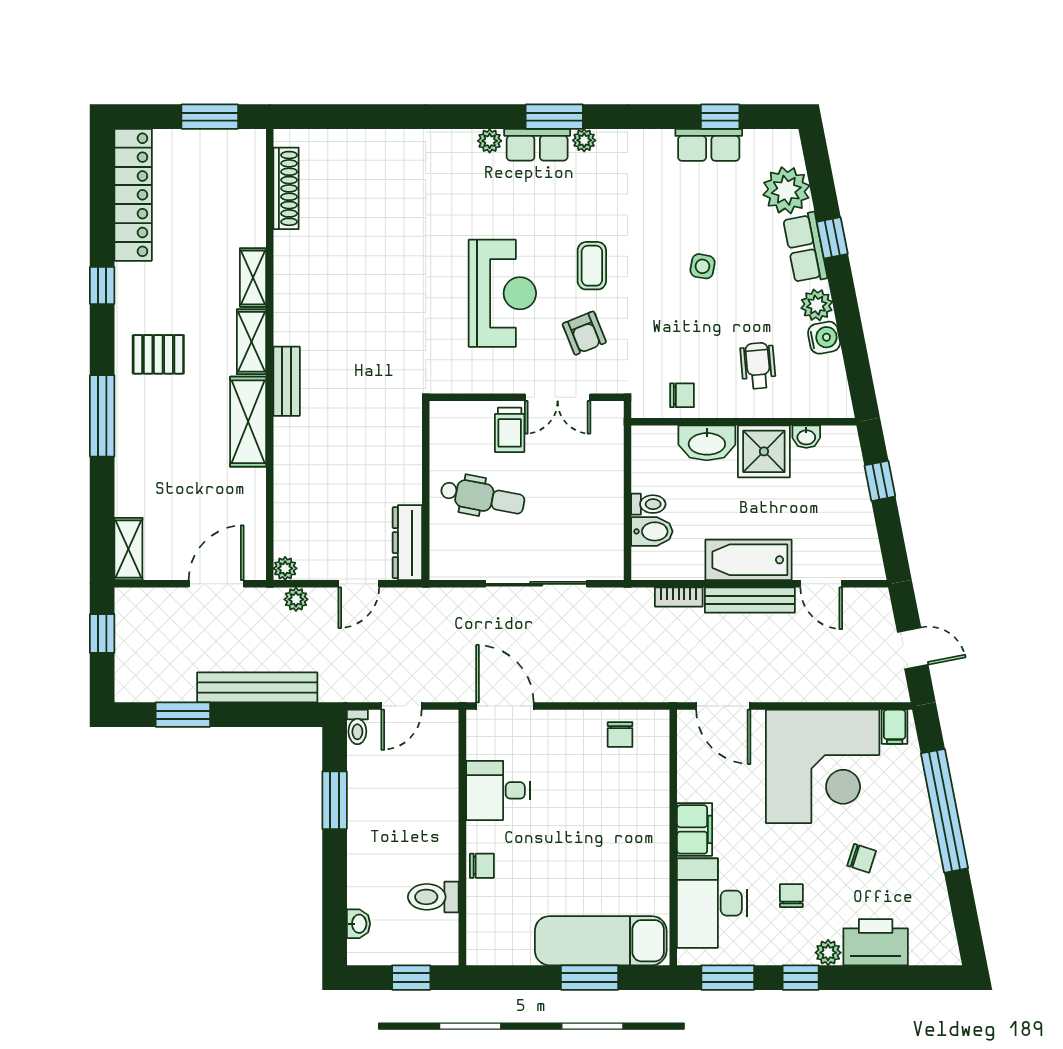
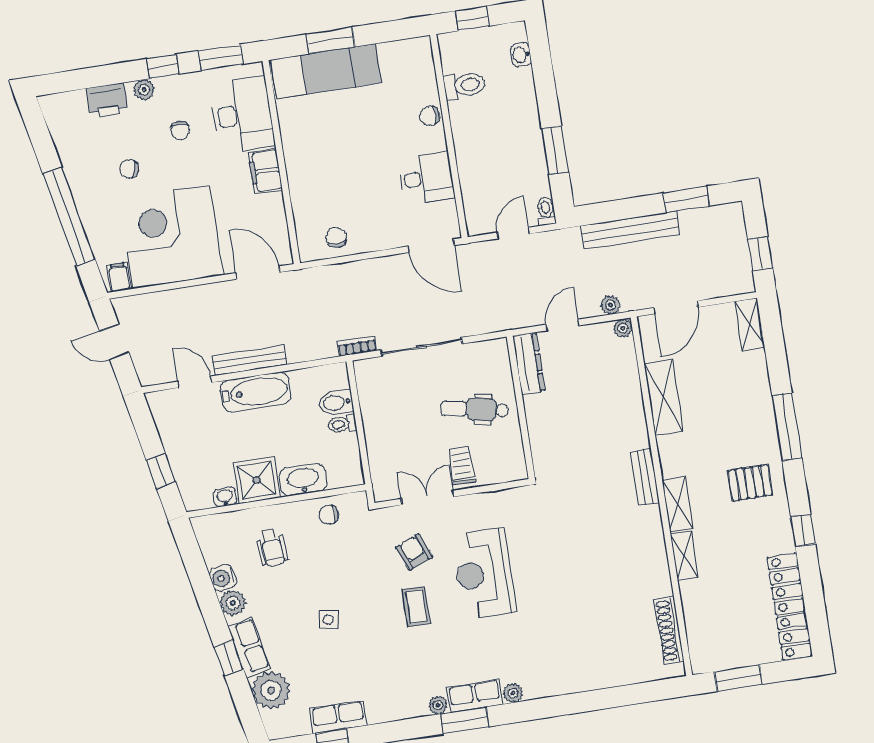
shelving: (248, 422) -> (664, 397), moved
bookcase: (679, 597) -> (357, 346), moved
printer: (876, 942) -> (107, 101), width x0.73, depth x0.84

